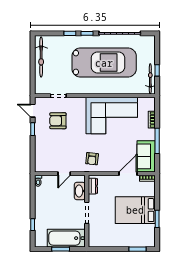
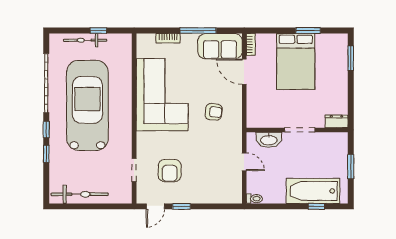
bicycle: (150, 79) -> (85, 40), moved
armchair: (92, 159) -> (214, 112), moved
dresser: (93, 186) -> (336, 121), moved
bathtub: (66, 238) -> (313, 191), moved, turned 90

